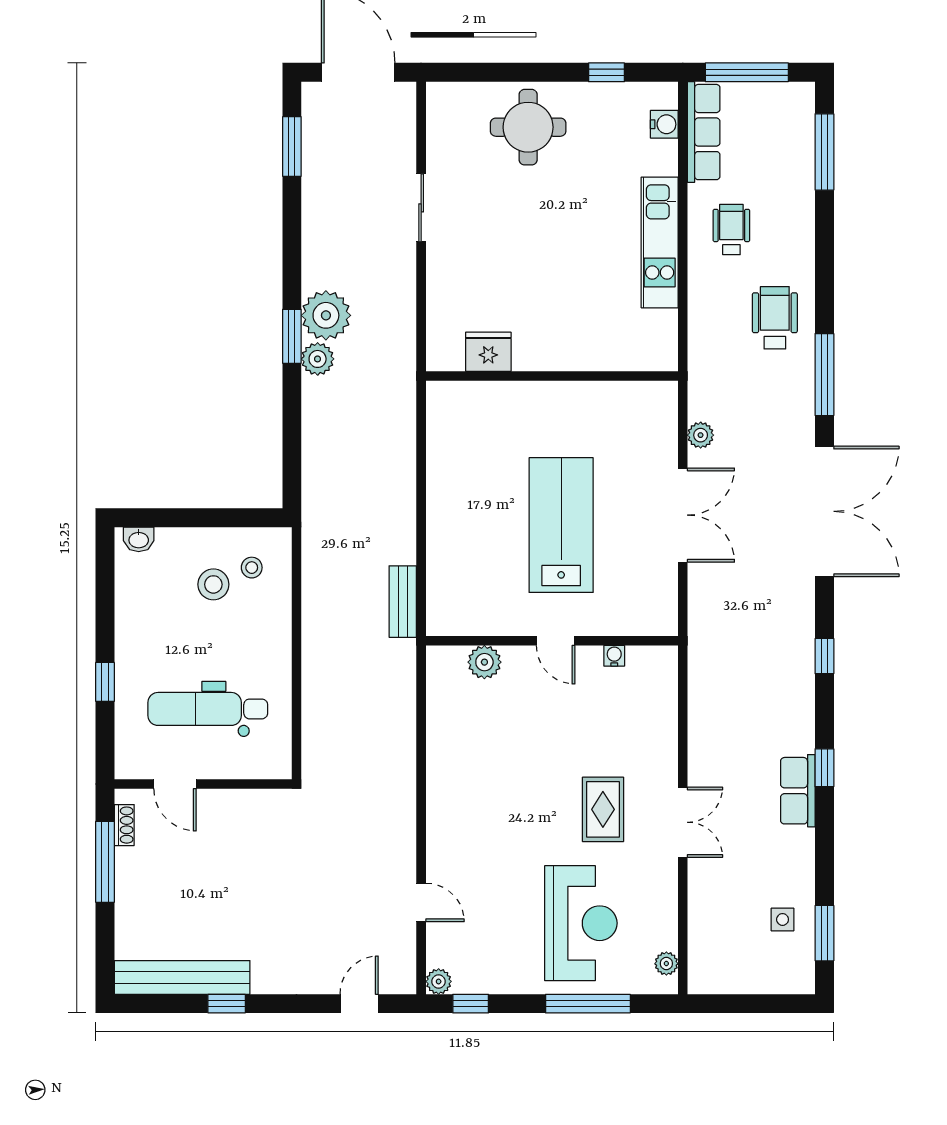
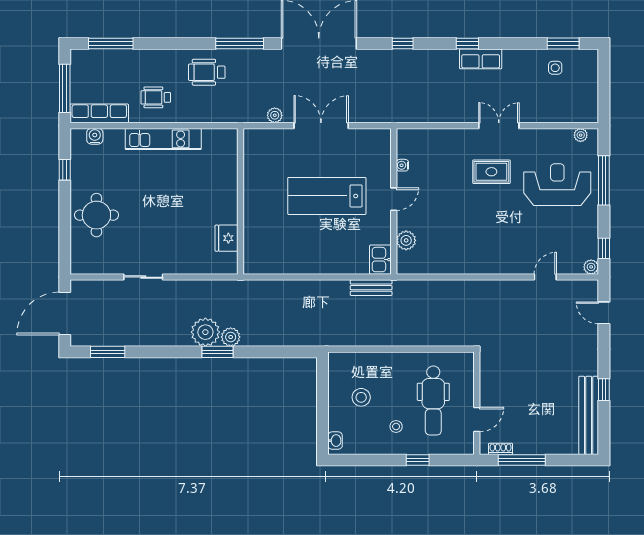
stool: (252, 568) -> (396, 427), moved
kitchen sink: (451, 618) -> (380, 260), added

